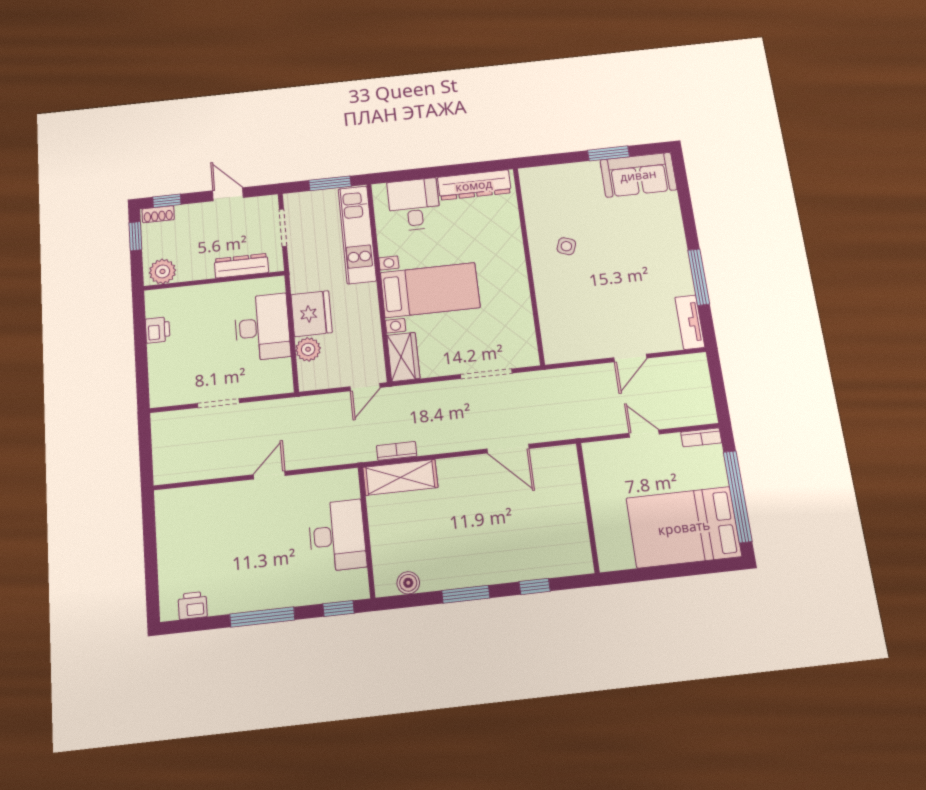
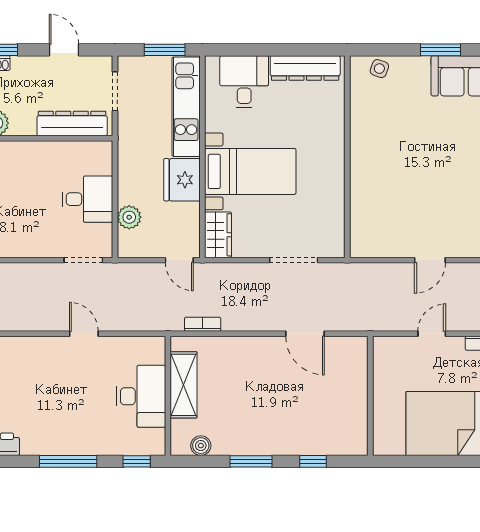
side table: (566, 246) -> (379, 69), moved
dresser: (241, 266) -> (72, 124), width x1.37, depth x1.24
fridge: (312, 314) -> (182, 180), moved, turned 180
desk: (262, 327) -> (88, 199), width x0.73
door: (365, 387) -> (179, 260), hinge flipped
doorway: (218, 403) -> (83, 260), moved
door: (644, 434) -> (432, 334), hinge flipped
door: (269, 475) -> (84, 334), hinge flipped
shelving: (400, 477) -> (184, 385), moved, turned 90

